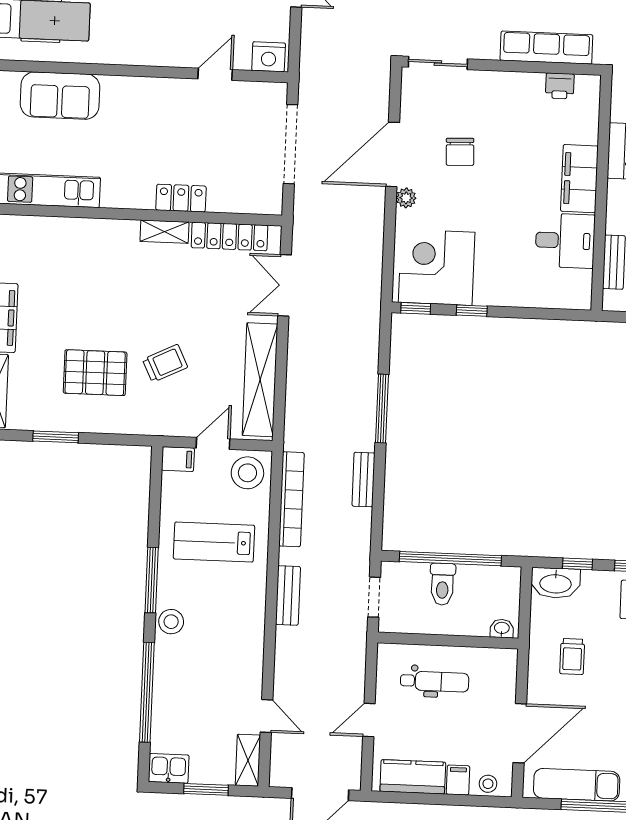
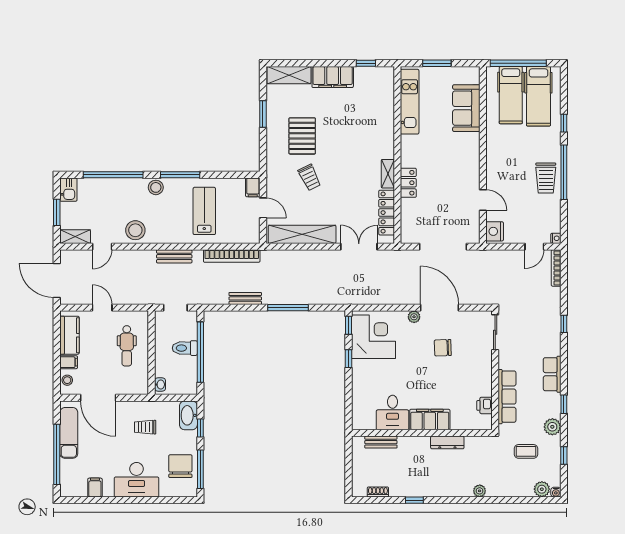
stool: (247, 473) -> (135, 230), moved

